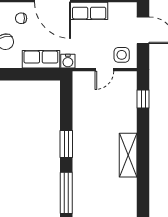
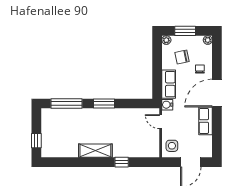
door: (104, 70) -> (161, 122), moved
window: (143, 99) -> (122, 162), moved

